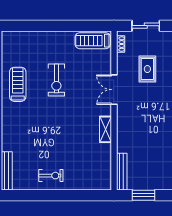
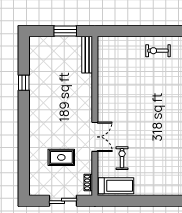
rug: (147, 69) -> (61, 157), turned 90
exercise bike: (56, 80) -> (122, 158), moved, width x0.73, depth x0.72
shelving: (106, 129) -> (103, 97), removed

